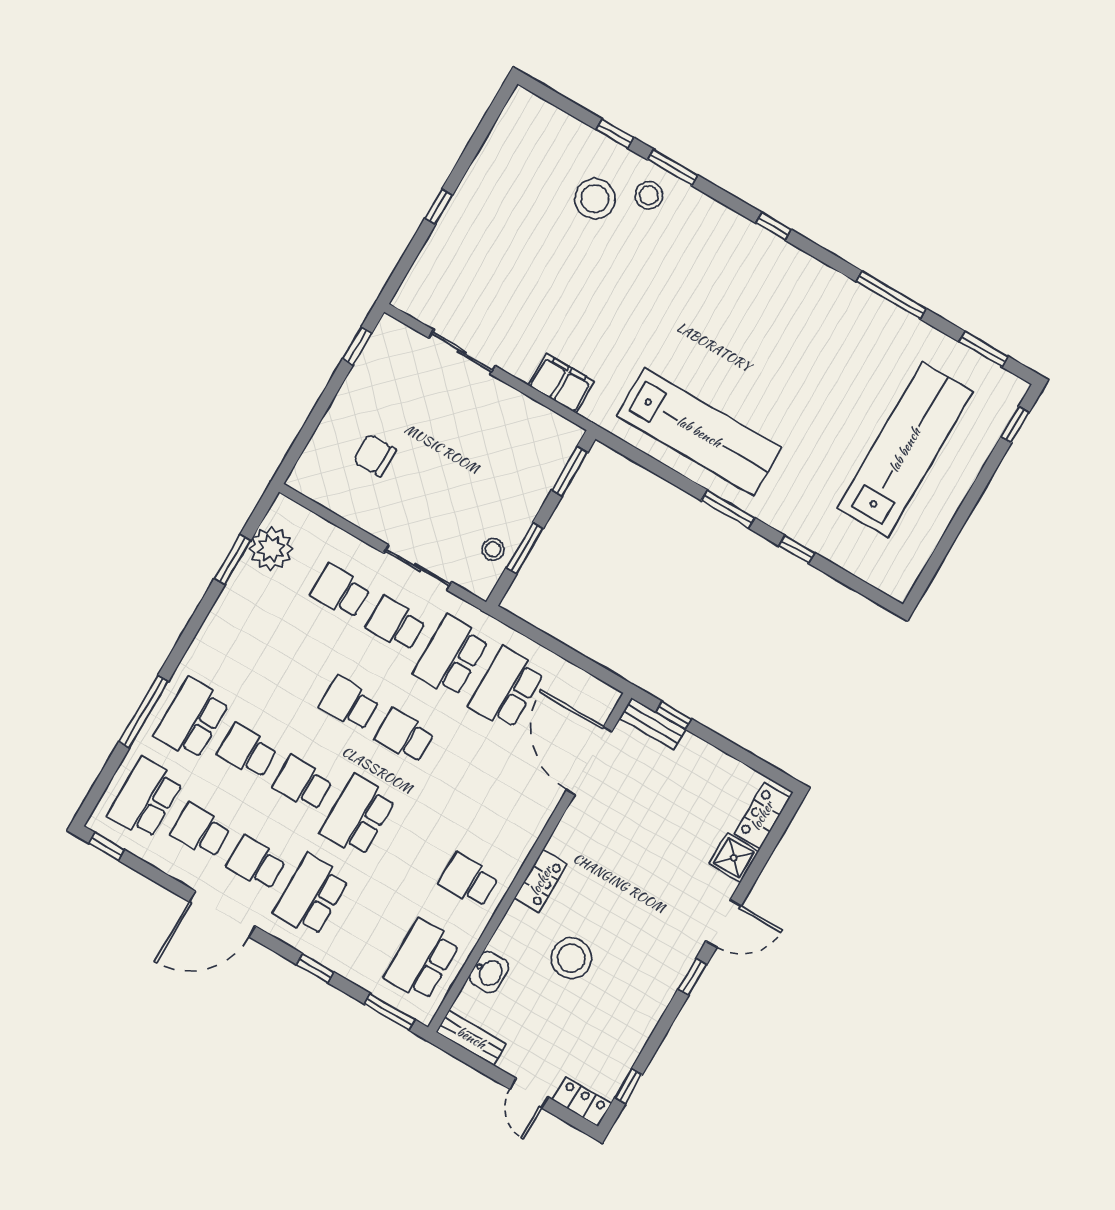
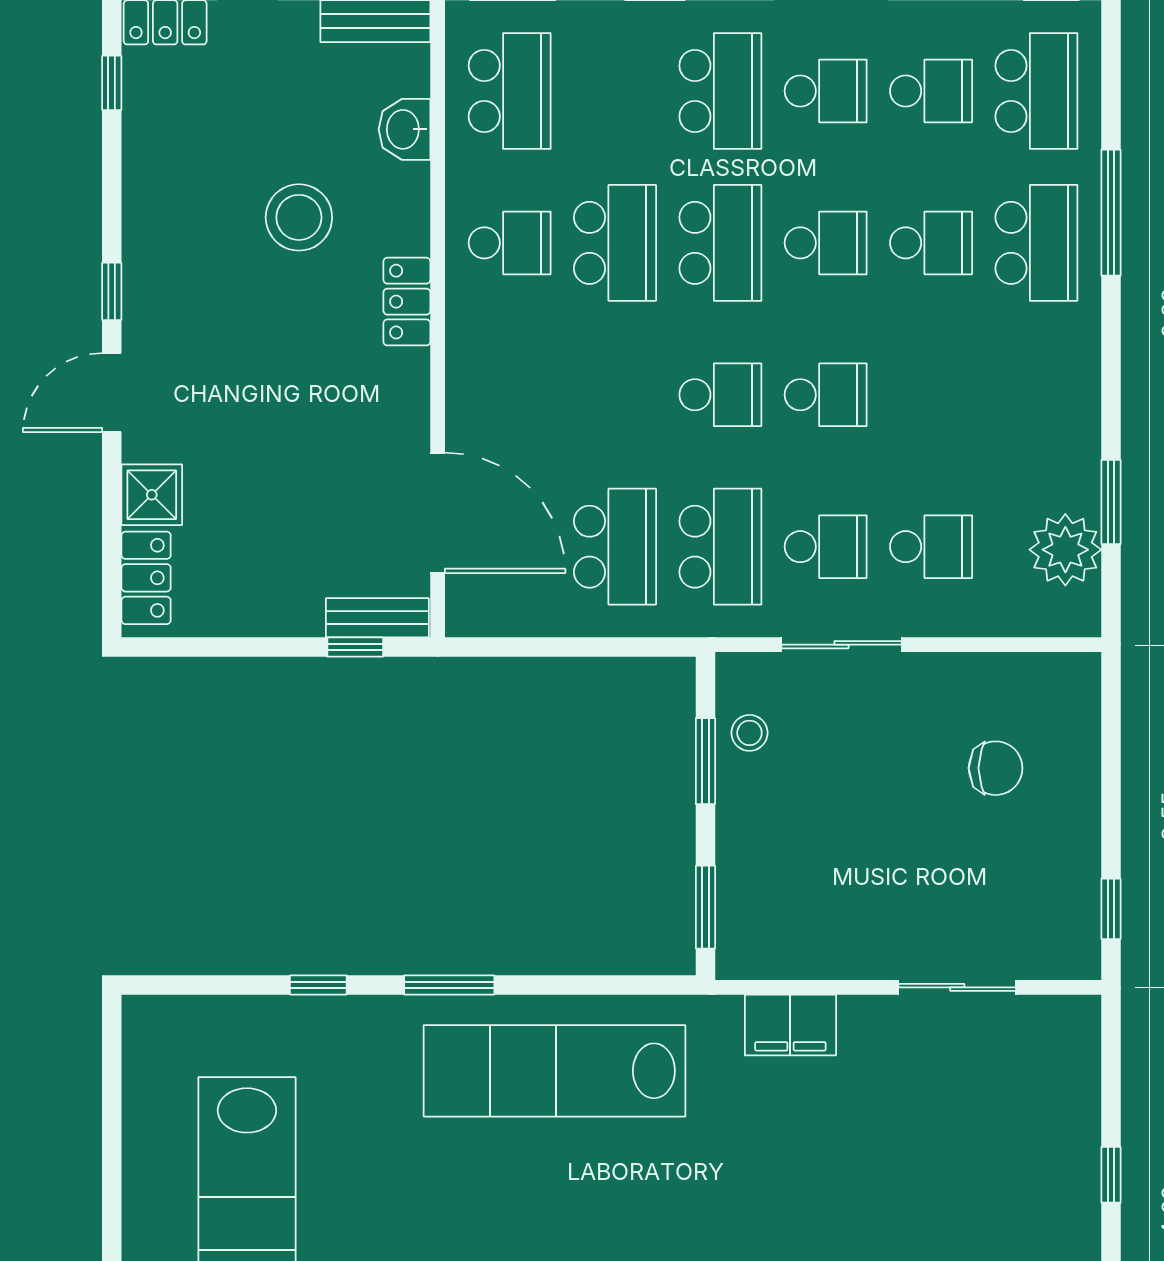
school desk: (413, 848) -> (615, 243), added

